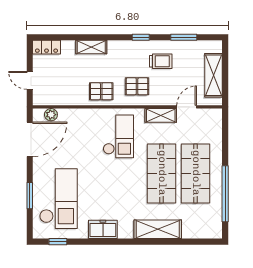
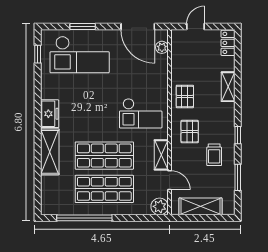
plant: (213, 117) -> (160, 206), added
freezer: (103, 229) -> (50, 114), moved

